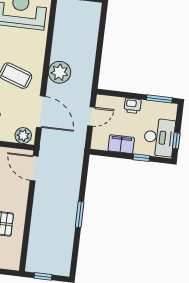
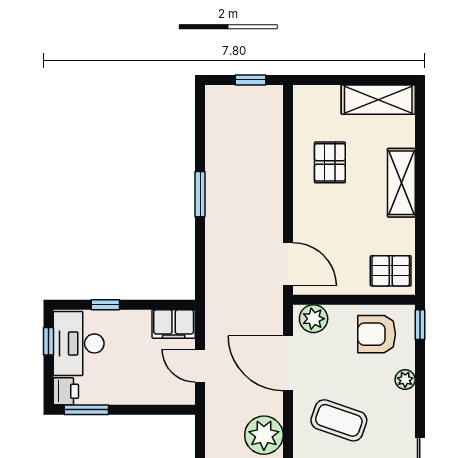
printer: (133, 106) -> (66, 391), moved, turned 90
door: (91, 116) -> (200, 366), hinge flipped
filing cabinet: (121, 144) -> (174, 324), moved

